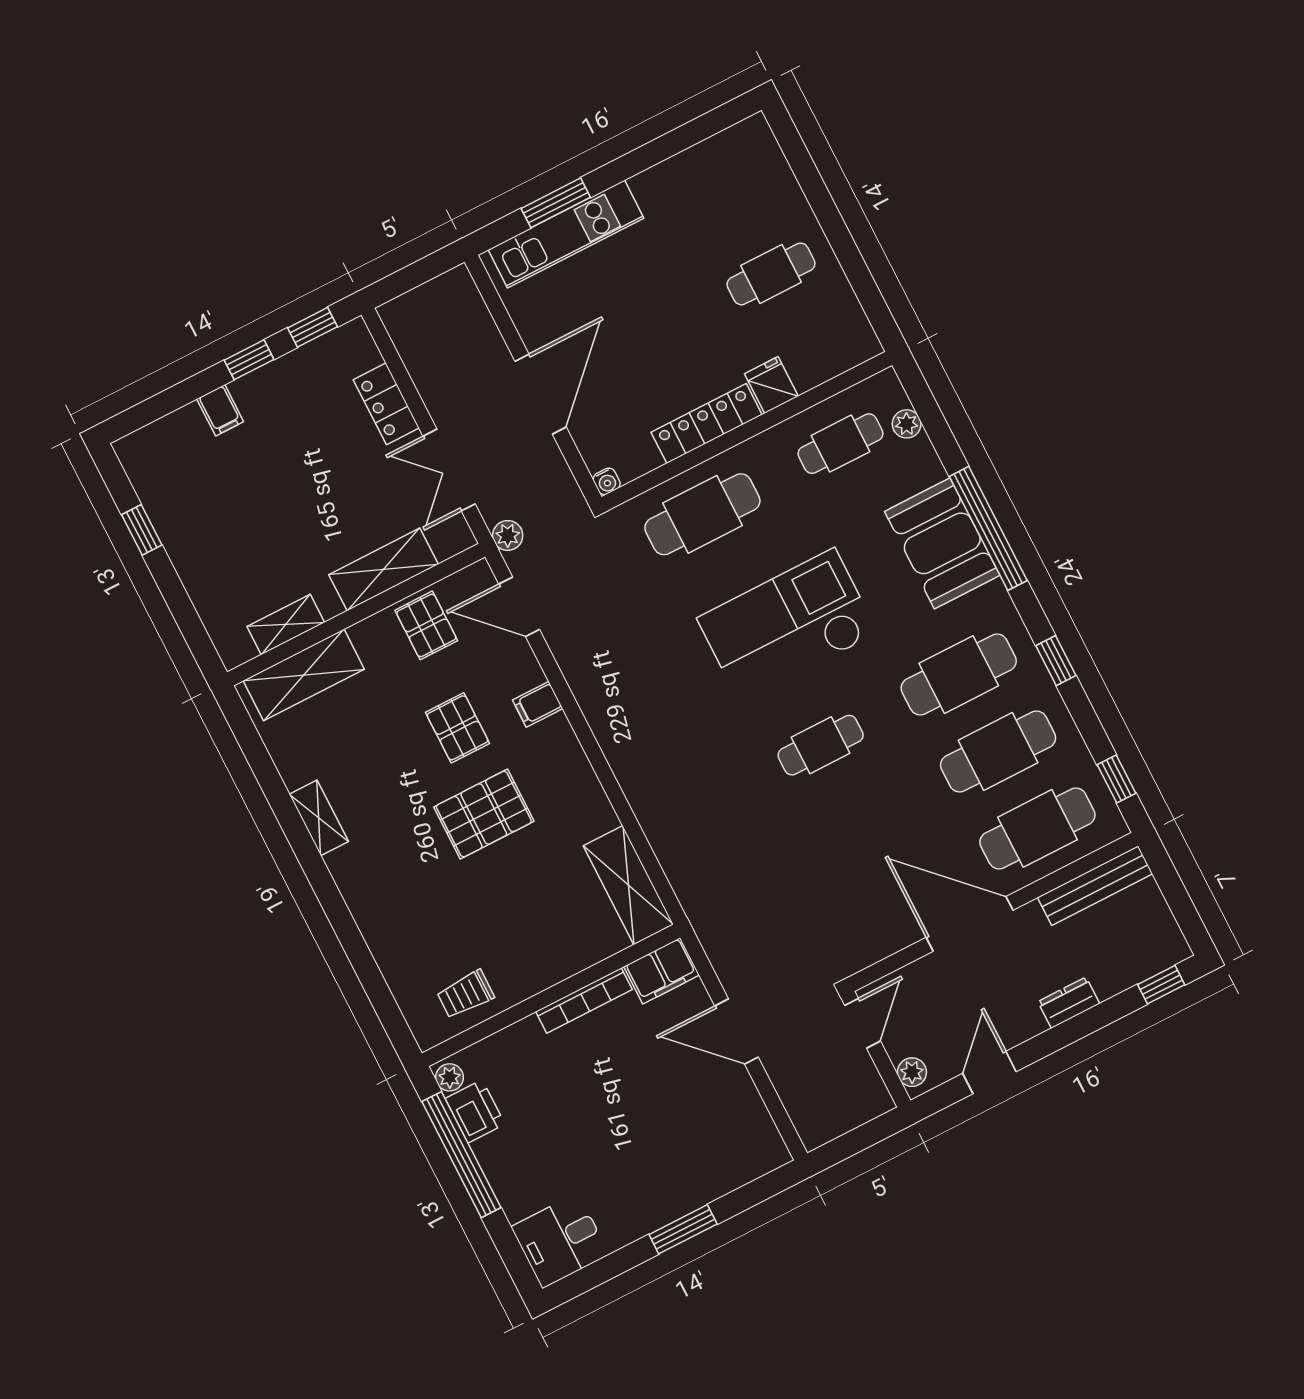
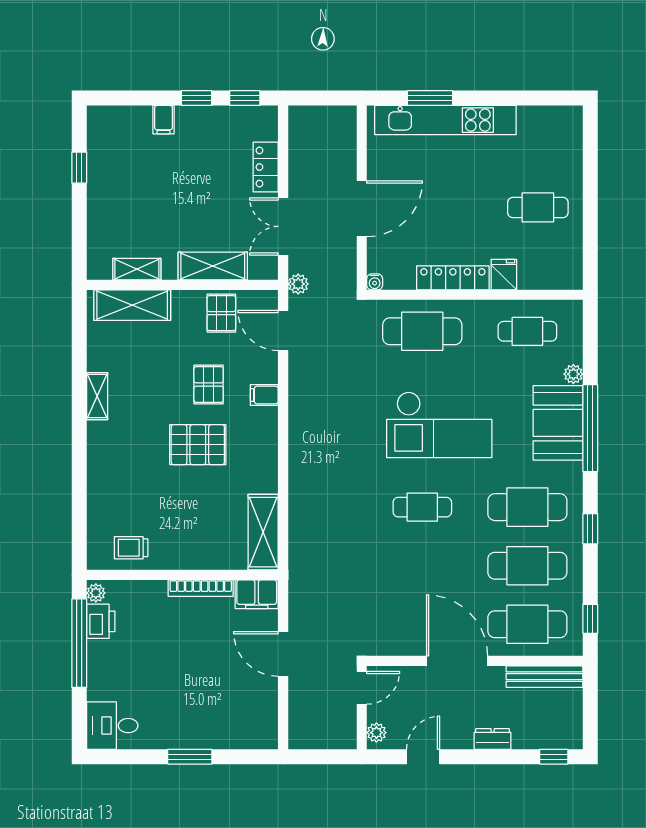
kitchen unit: (566, 234) -> (445, 120), width x1.36
plant: (907, 424) -> (573, 374), moved
checkout: (787, 626) -> (439, 425), turned 180

